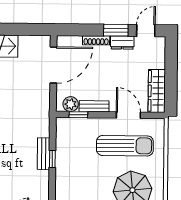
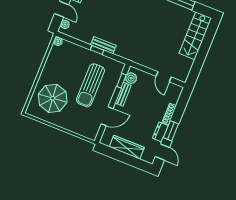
door: (53, 65) -> (164, 77), width x0.53
wardrobe: (157, 91) -> (127, 147), moved
sun lounger: (125, 146) -> (90, 85), moved

